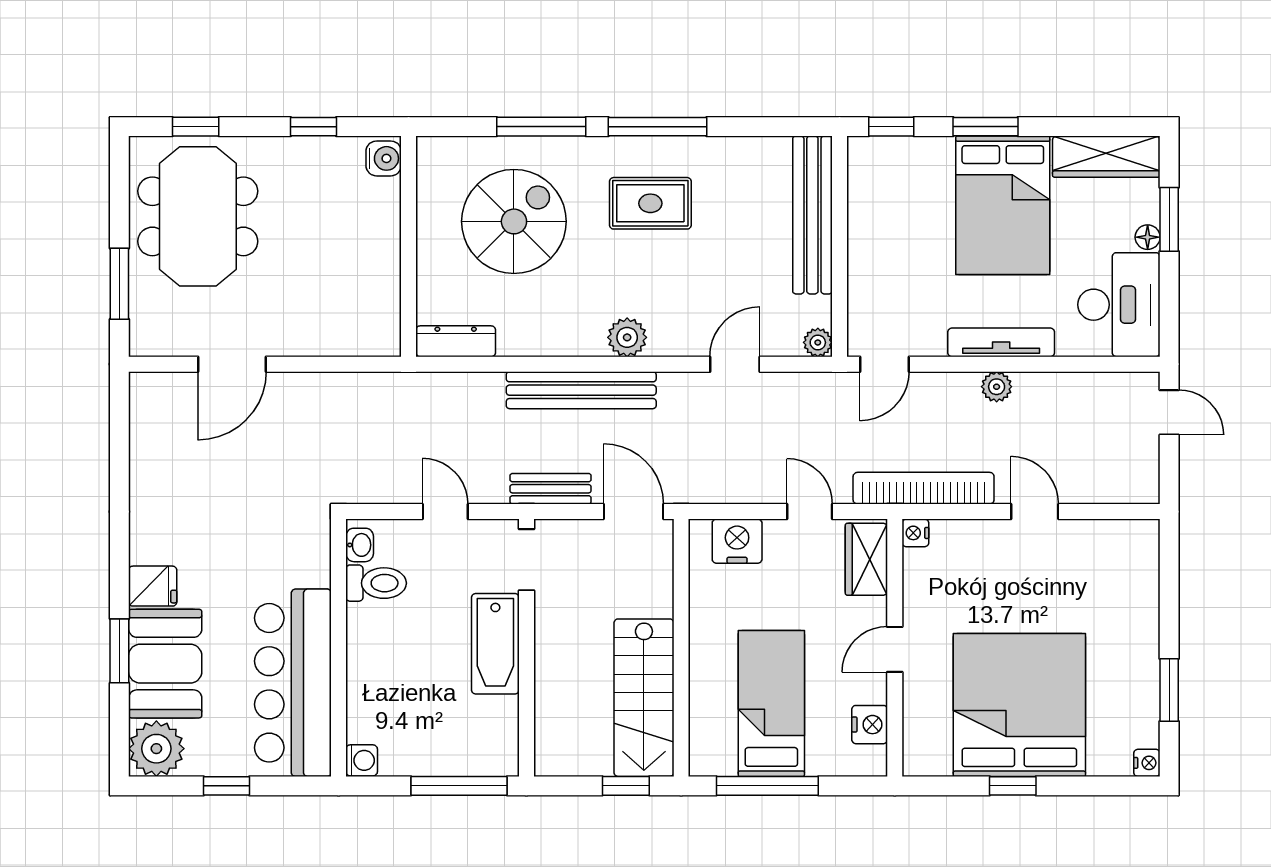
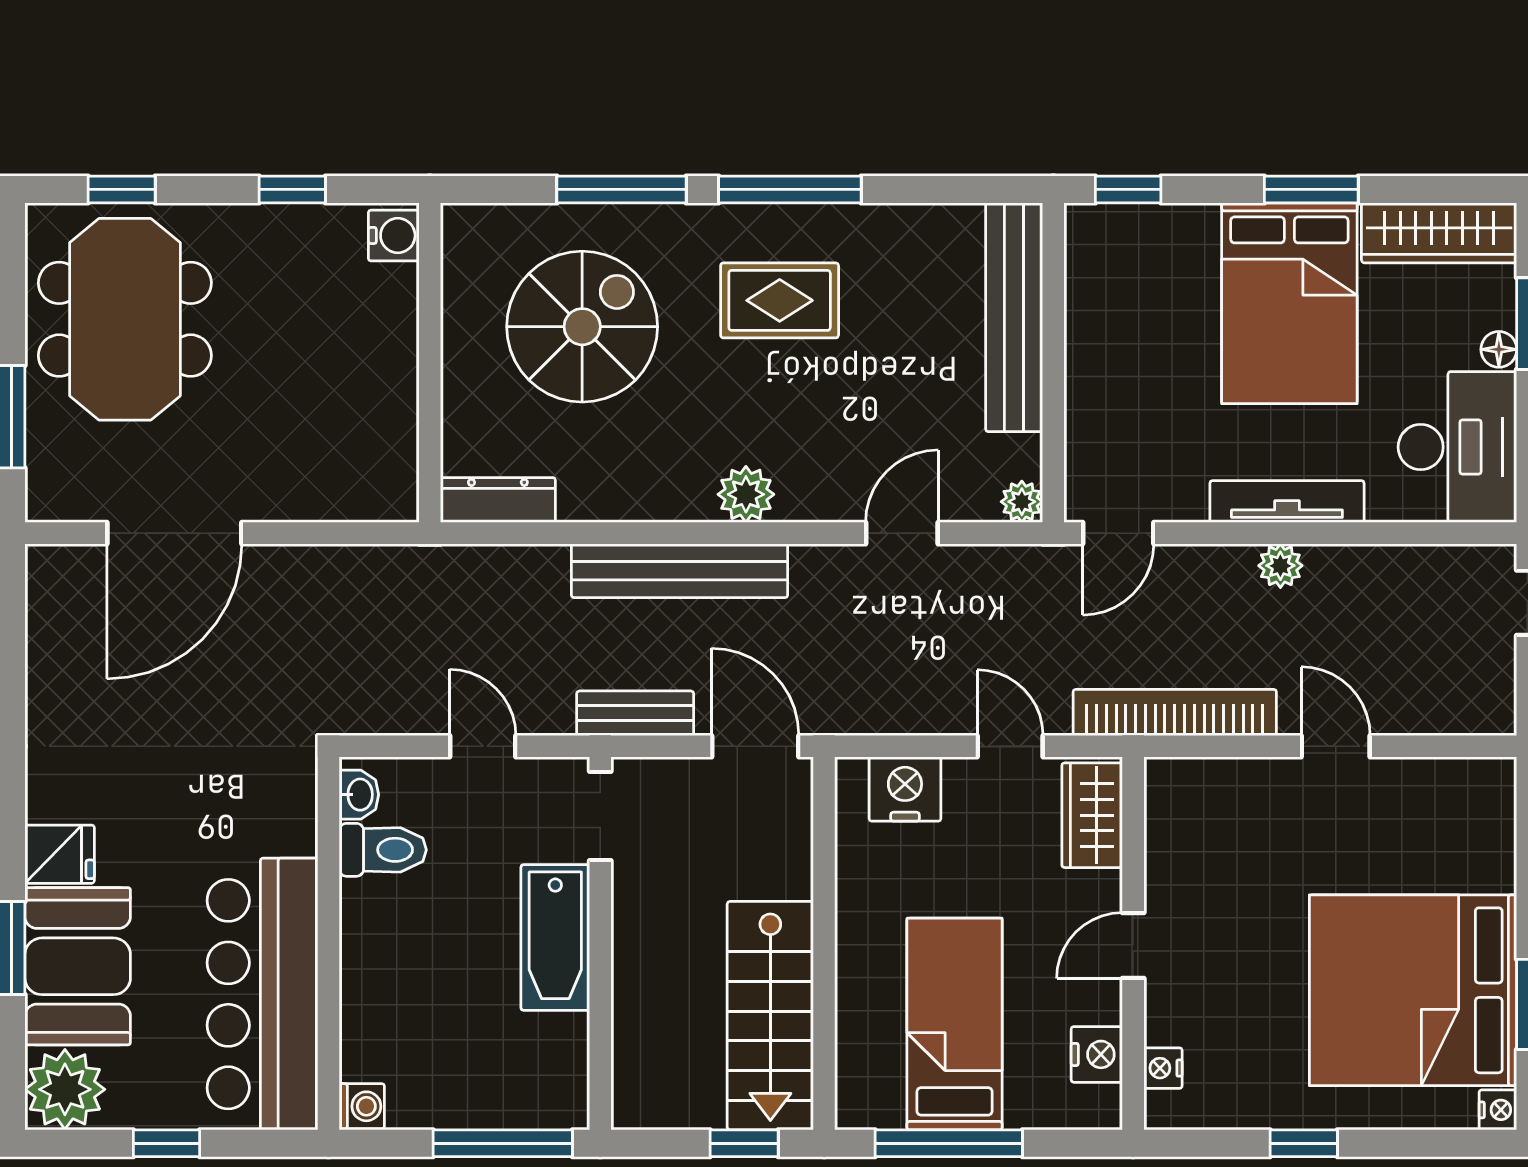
window: (986, 127) -> (1311, 189), moved
door: (232, 364) -> (174, 533), width x1.36
nightstand: (915, 533) -> (1163, 1068), moved
bed: (1019, 705) -> (1413, 990), moved, turned -90

